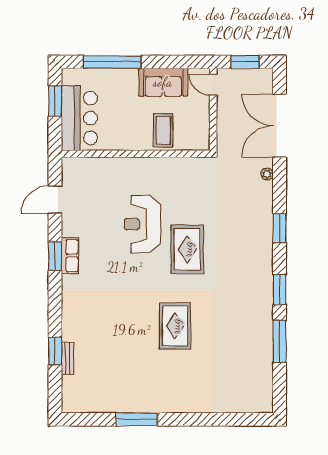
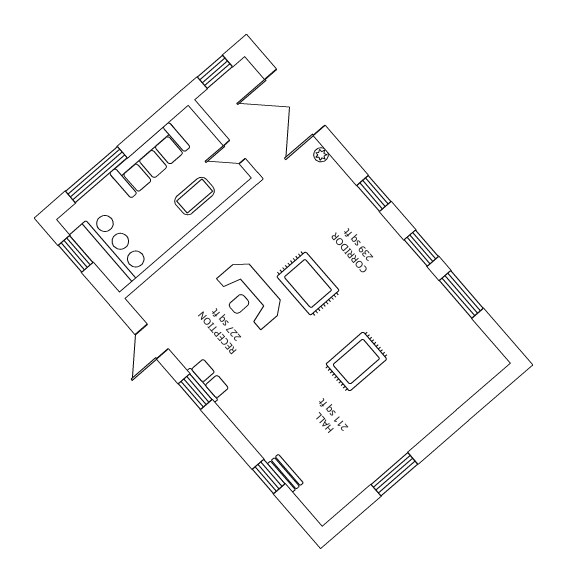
sofa: (163, 82) -> (150, 160), width x1.36
door: (213, 85) -> (234, 152), moved
coffee table: (163, 130) -> (195, 196), turned 90
rug: (175, 326) -> (356, 362), turned 90

